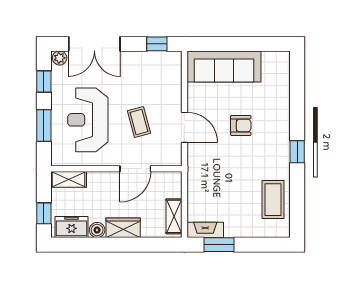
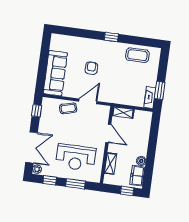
coffee table: (139, 122) -> (68, 108), moved
shelving: (69, 179) -> (110, 164), moved
shelving: (174, 216) -> (123, 112), moved
wardrobe: (123, 228) -> (142, 145), removed

